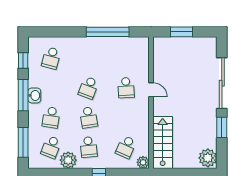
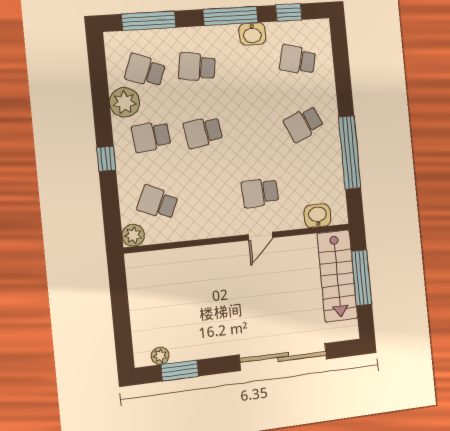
window: (182, 32) -> (362, 278), width x1.44
washbasin: (143, 55) -> (318, 216), added
school desk: (89, 88) -> (304, 124), moved, turned -45
washbasin: (34, 95) -> (252, 34), moved
window: (222, 127) -> (180, 370), moved
stairs: (163, 142) -> (337, 276), moved, turned 90
plant: (208, 158) -> (160, 356), width x0.53, depth x0.53

